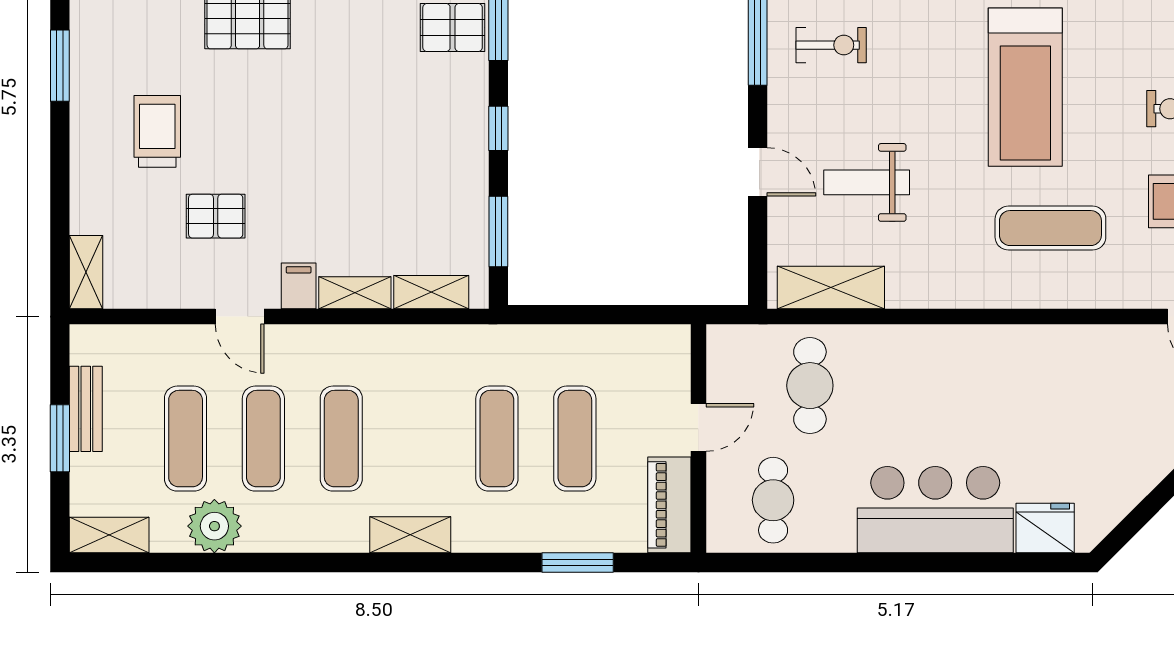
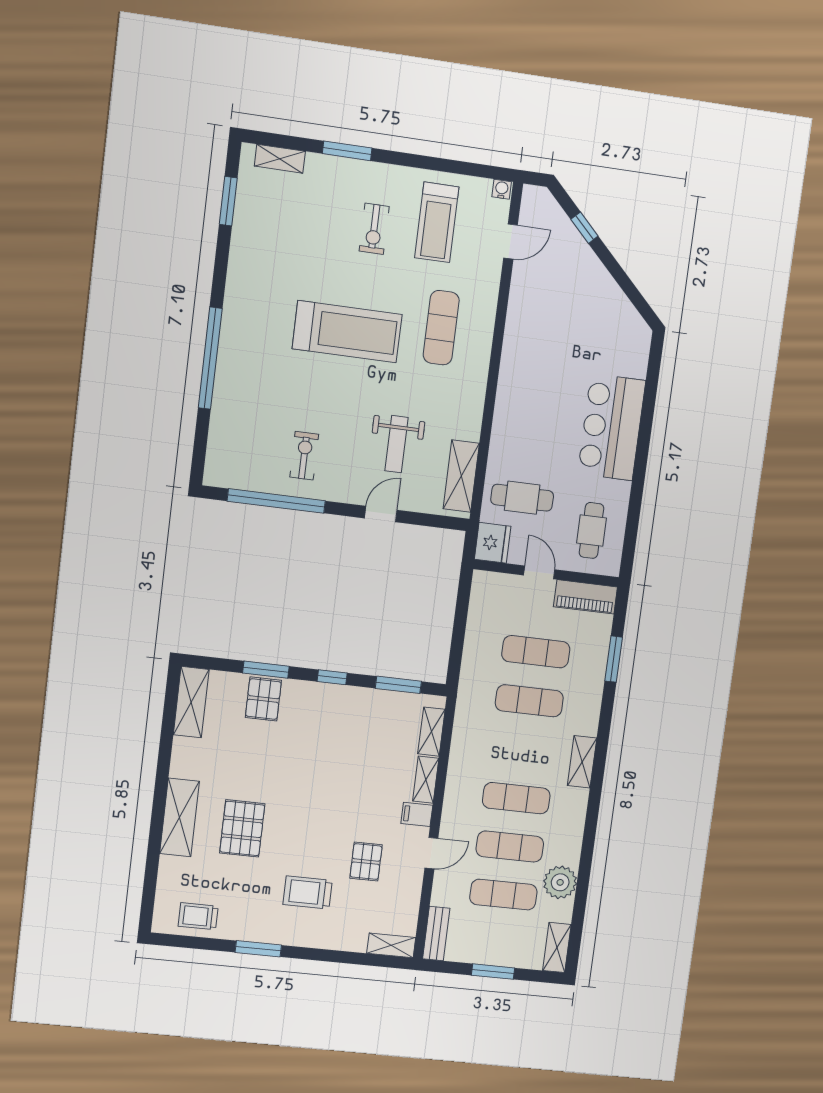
bench: (86, 409) -> (436, 934), moved, turned 90
cafe table: (773, 500) -> (592, 530), turned 90
fridge: (1045, 528) -> (493, 543), moved, turned 180

